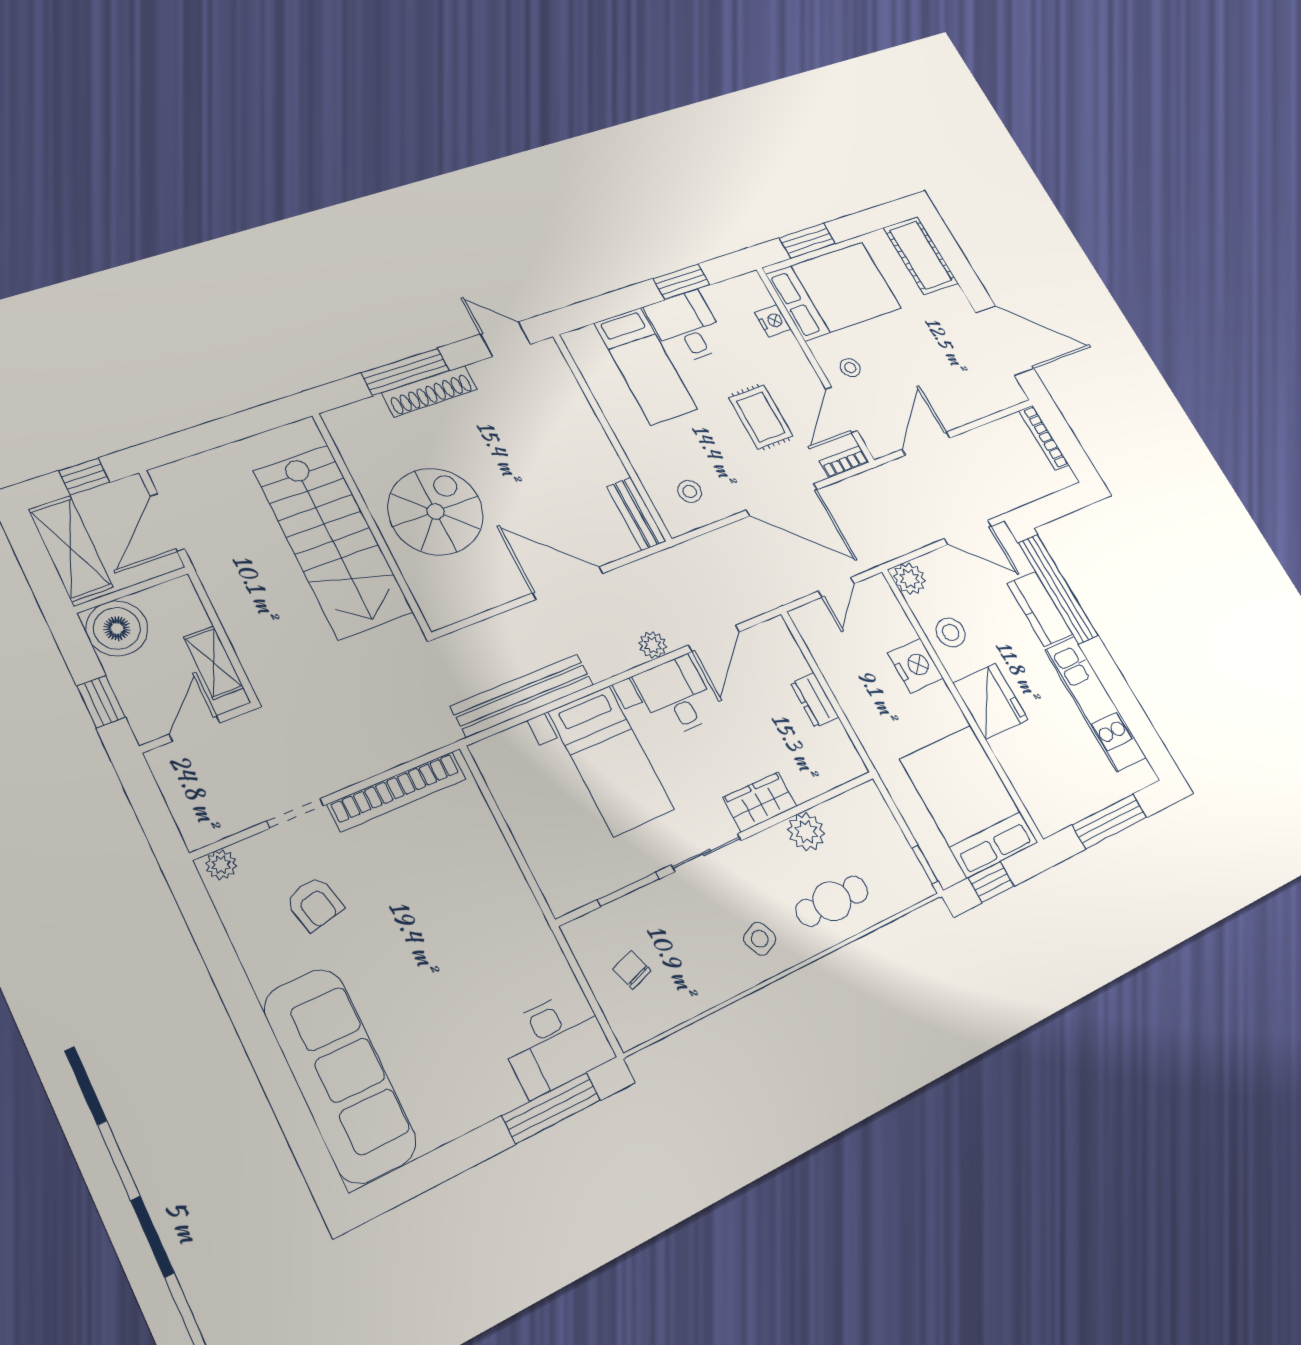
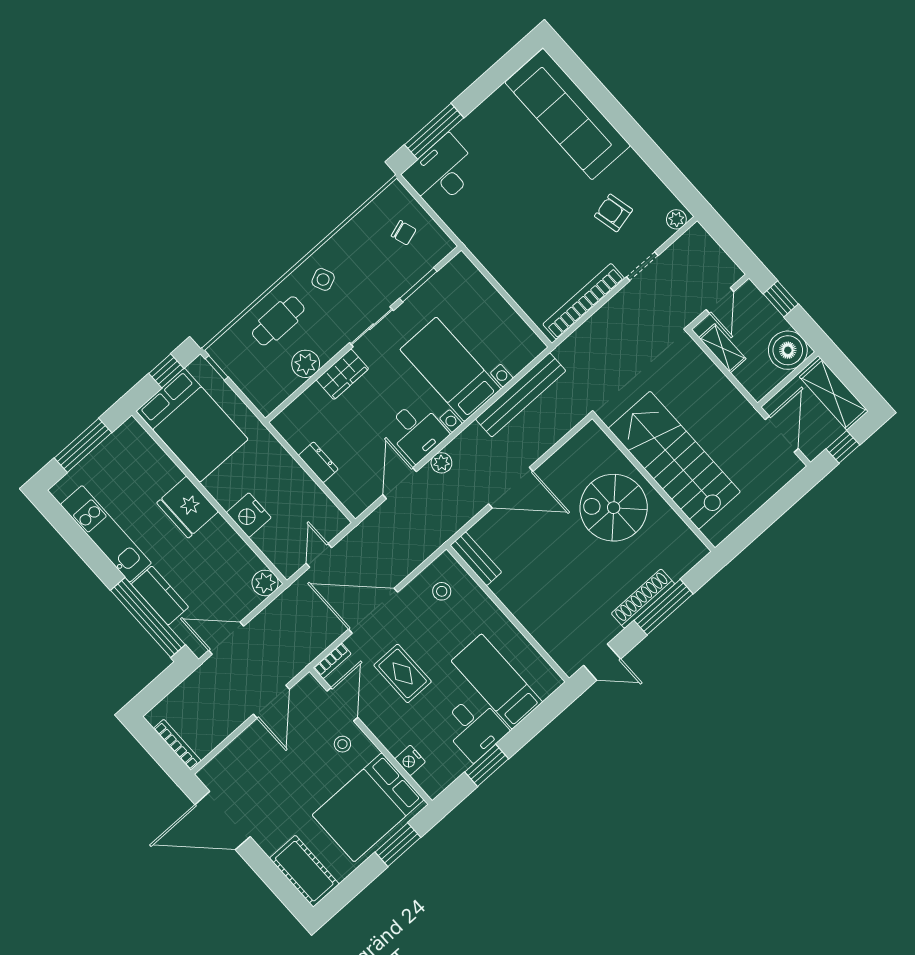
spiral stairs: (436, 511) -> (614, 508), turned 90
stool: (951, 632) -> (227, 551), removed

